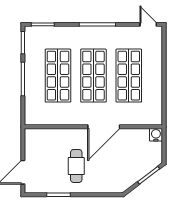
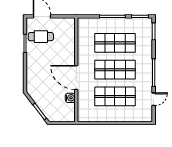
door: (148, 24) -> (154, 99), moved
water cooler: (156, 135) -> (70, 98), moved
cafe table: (76, 166) -> (41, 37), moved

